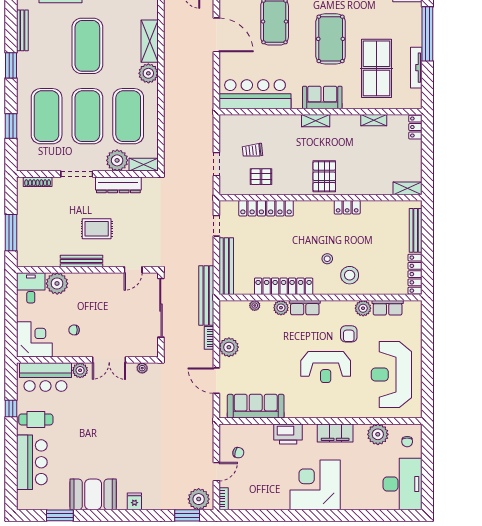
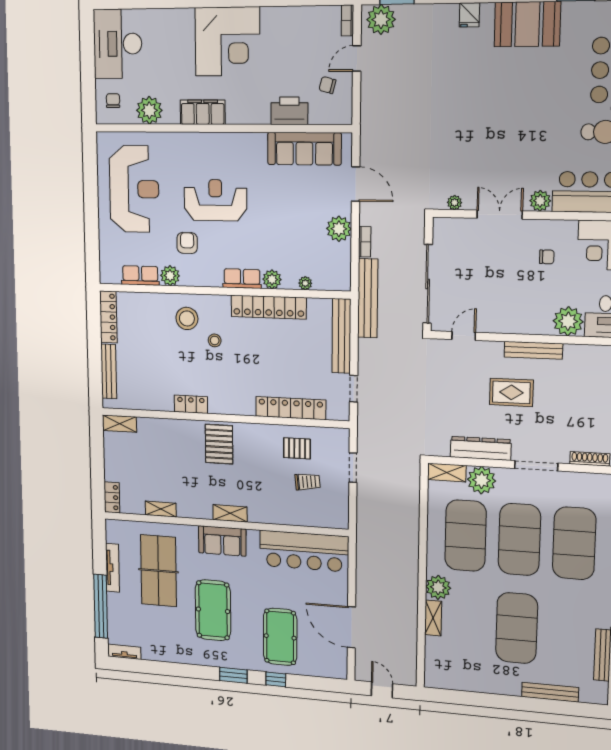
shelving: (150, 41) -> (433, 618), width x0.67, depth x0.75
printer: (288, 434) -> (289, 111), moved

